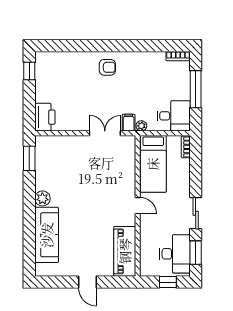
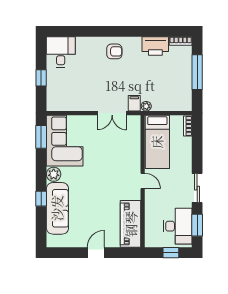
window: (29, 71) -> (41, 78), moved
desk: (174, 116) -> (61, 52), moved, turned -90
printer: (45, 117) -> (155, 46), moved, turned 90
double door: (105, 133) -> (112, 113), swing flipped
corner sofa: (54, 162) -> (65, 141), added
window: (29, 224) -> (41, 199), added
door: (88, 282) -> (96, 253), swing flipped

